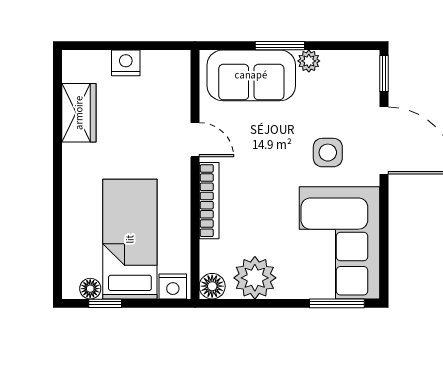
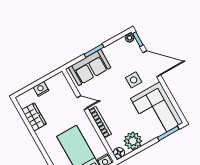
plant: (309, 61) -> (130, 38), moved

